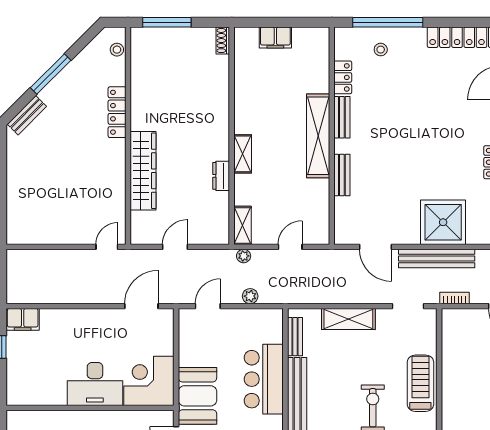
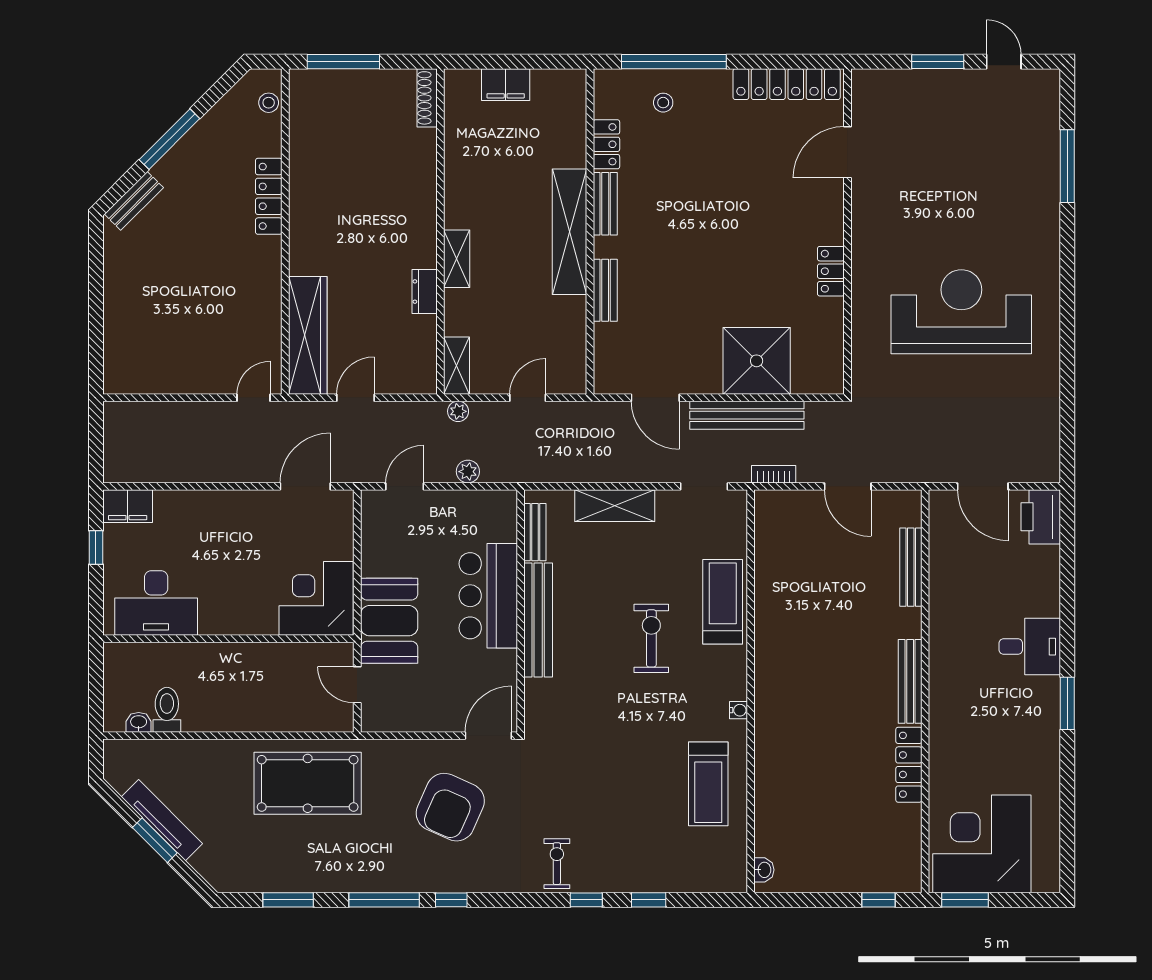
shoe rack: (223, 41) -> (427, 98), width x1.43
wardrobe: (143, 171) -> (308, 335), moved
desk: (95, 384) -> (156, 603), moved

